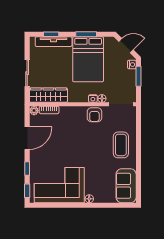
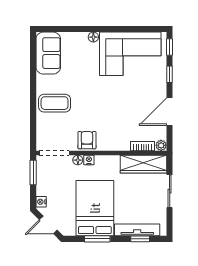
window: (138, 76) -> (33, 173), moved
coffee table: (121, 145) -> (55, 103), turned 90

